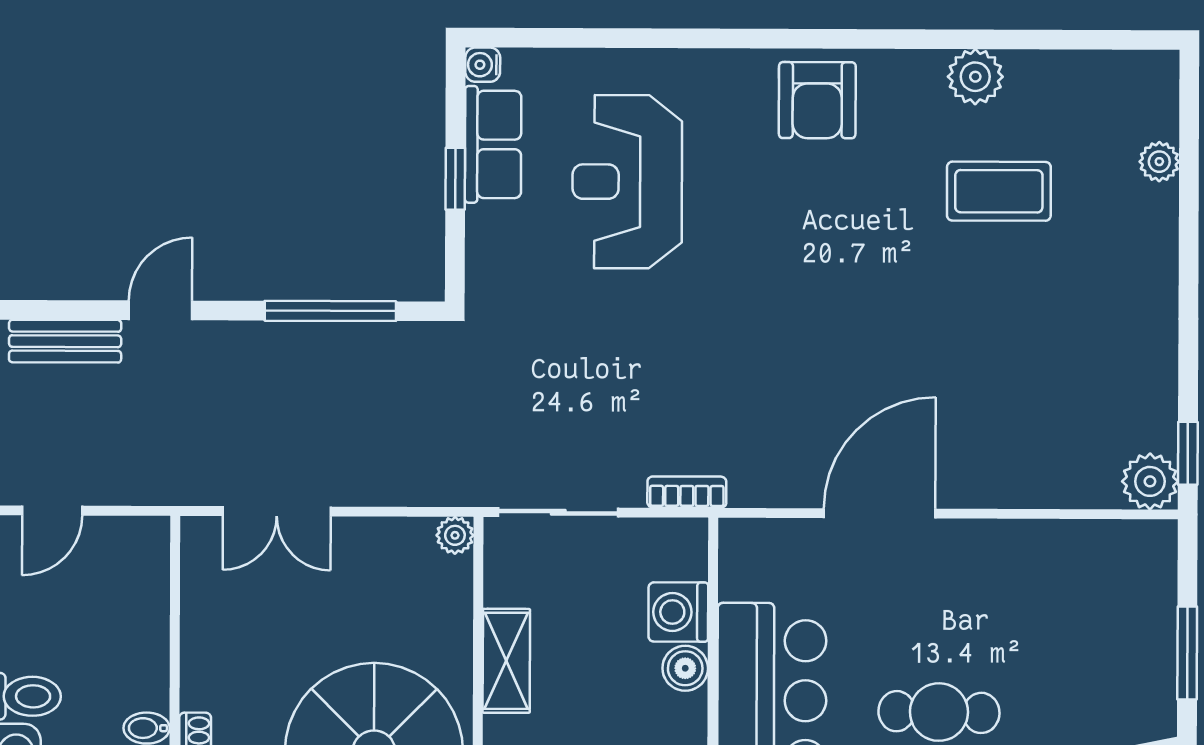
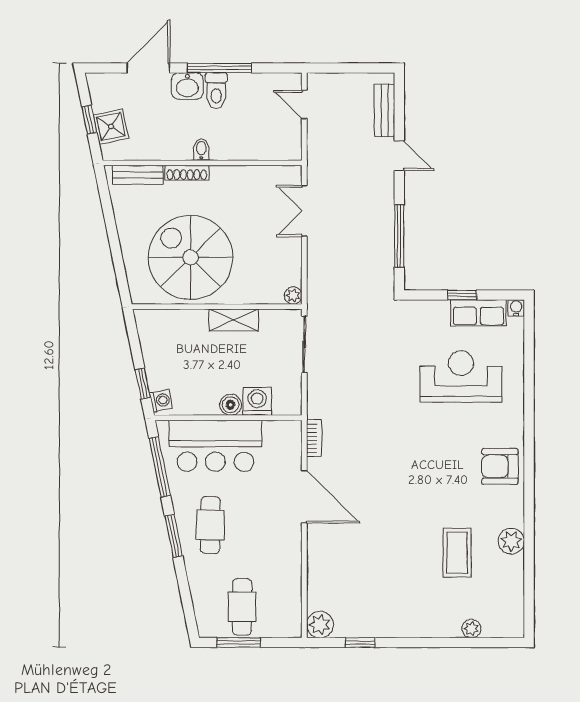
window: (1188, 453) -> (360, 643), moved
bookcase: (687, 492) -> (314, 438), moved
cafe table: (1112, 646) -> (242, 607), added

